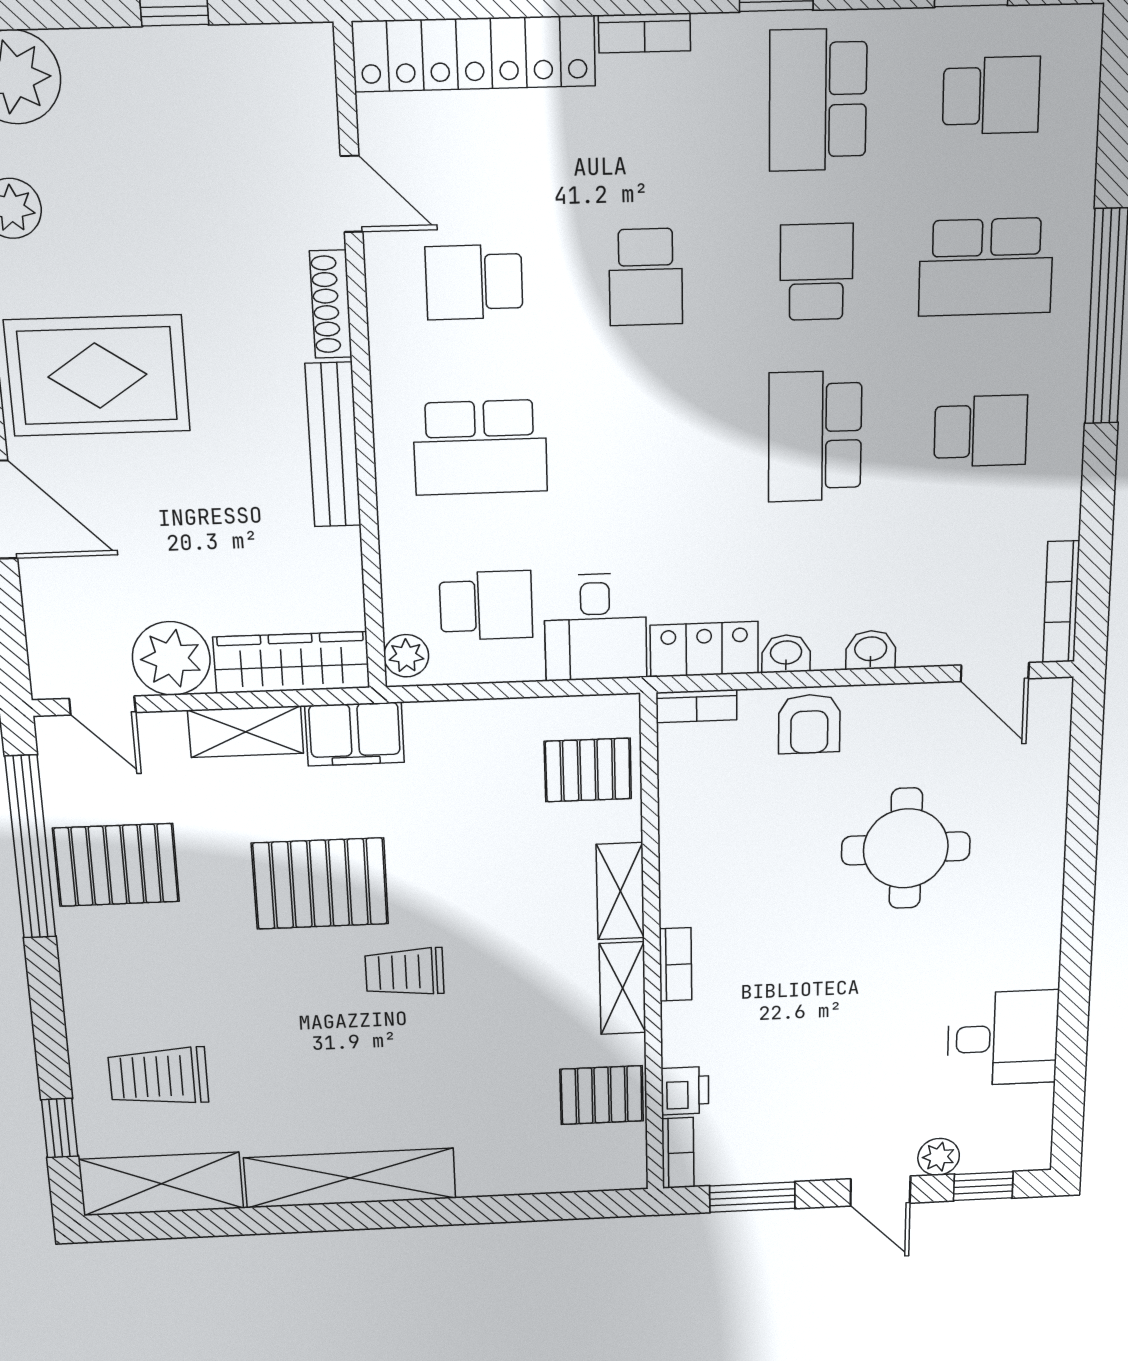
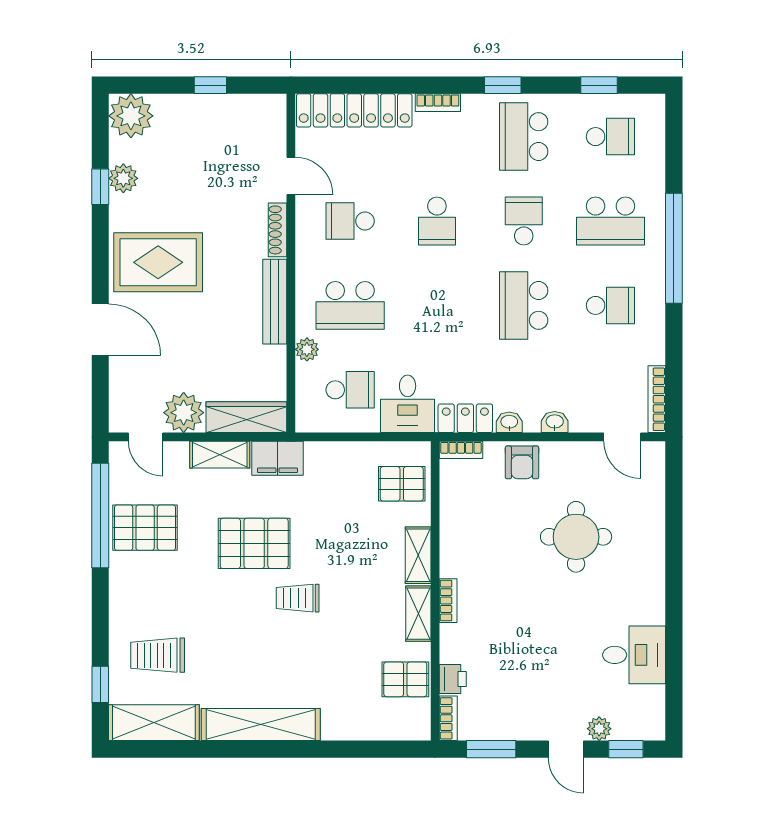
plant: (406, 656) -> (307, 349), moved

